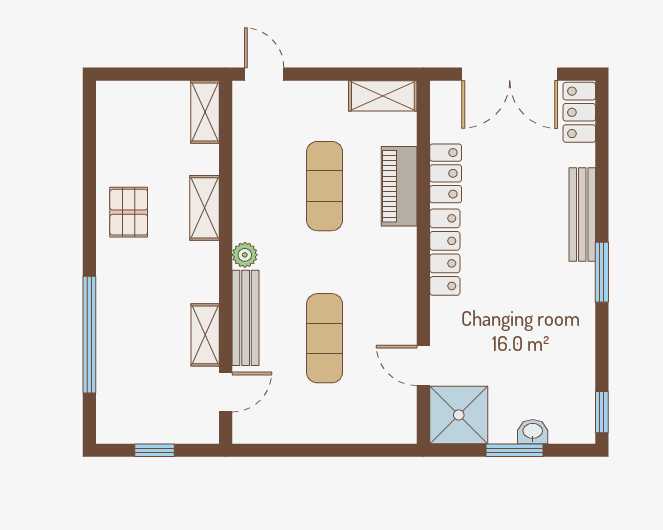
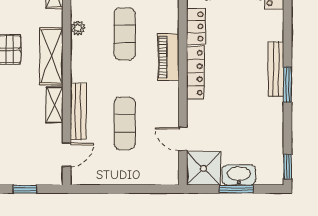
piano: (399, 186) -> (168, 57), moved
shelving: (205, 208) -> (51, 56), width x1.50, depth x1.33
bench: (582, 214) -> (276, 69), moved
plant: (245, 255) -> (78, 28), moved
shelving: (205, 335) -> (55, 105), moved
washbasin: (533, 432) -> (239, 175), width x1.91, depth x1.45

